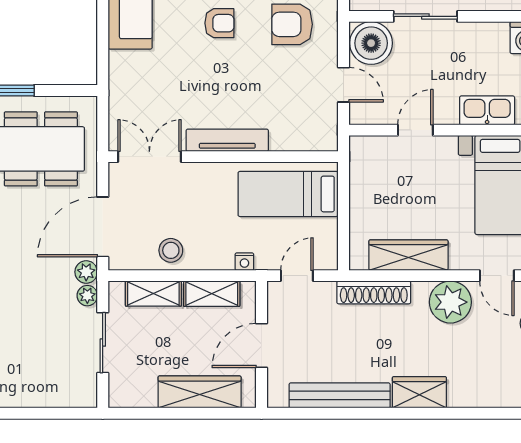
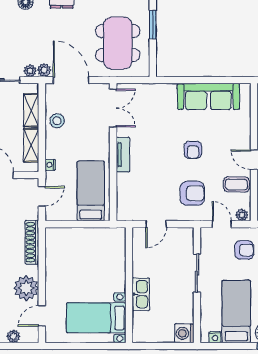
armchair: (292, 24) -> (192, 193), turned 90
boiler: (371, 43) -> (181, 241), removed
kitchen sink: (487, 110) -> (141, 294), moved
door: (415, 130) -> (129, 267), removed
tv unit: (227, 140) -> (123, 155), width x0.71
wardrobe: (408, 255) -> (54, 263), removed
door: (297, 276) -> (42, 196), hinge flipped

